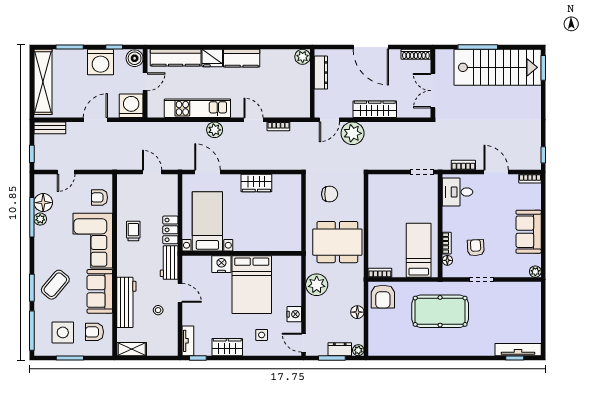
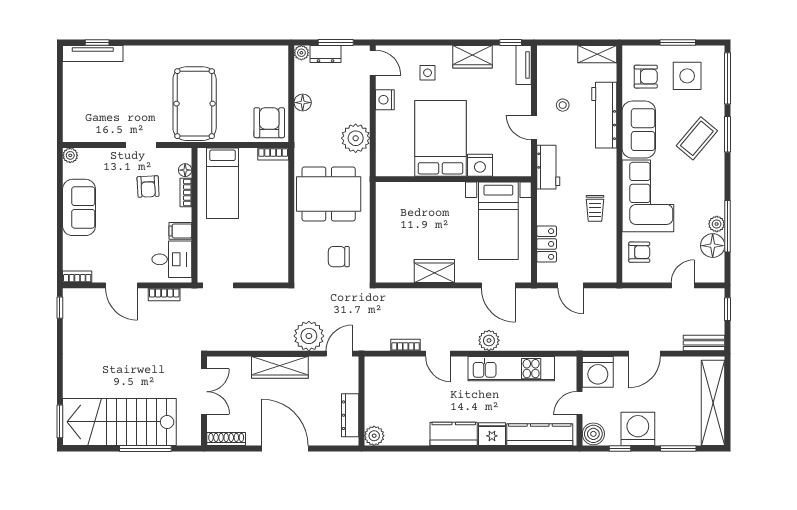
filing cabinet: (451, 214) -> (180, 231), added
locker: (170, 230) -> (547, 244), moved
pool table: (440, 311) -> (195, 104), turned 90

